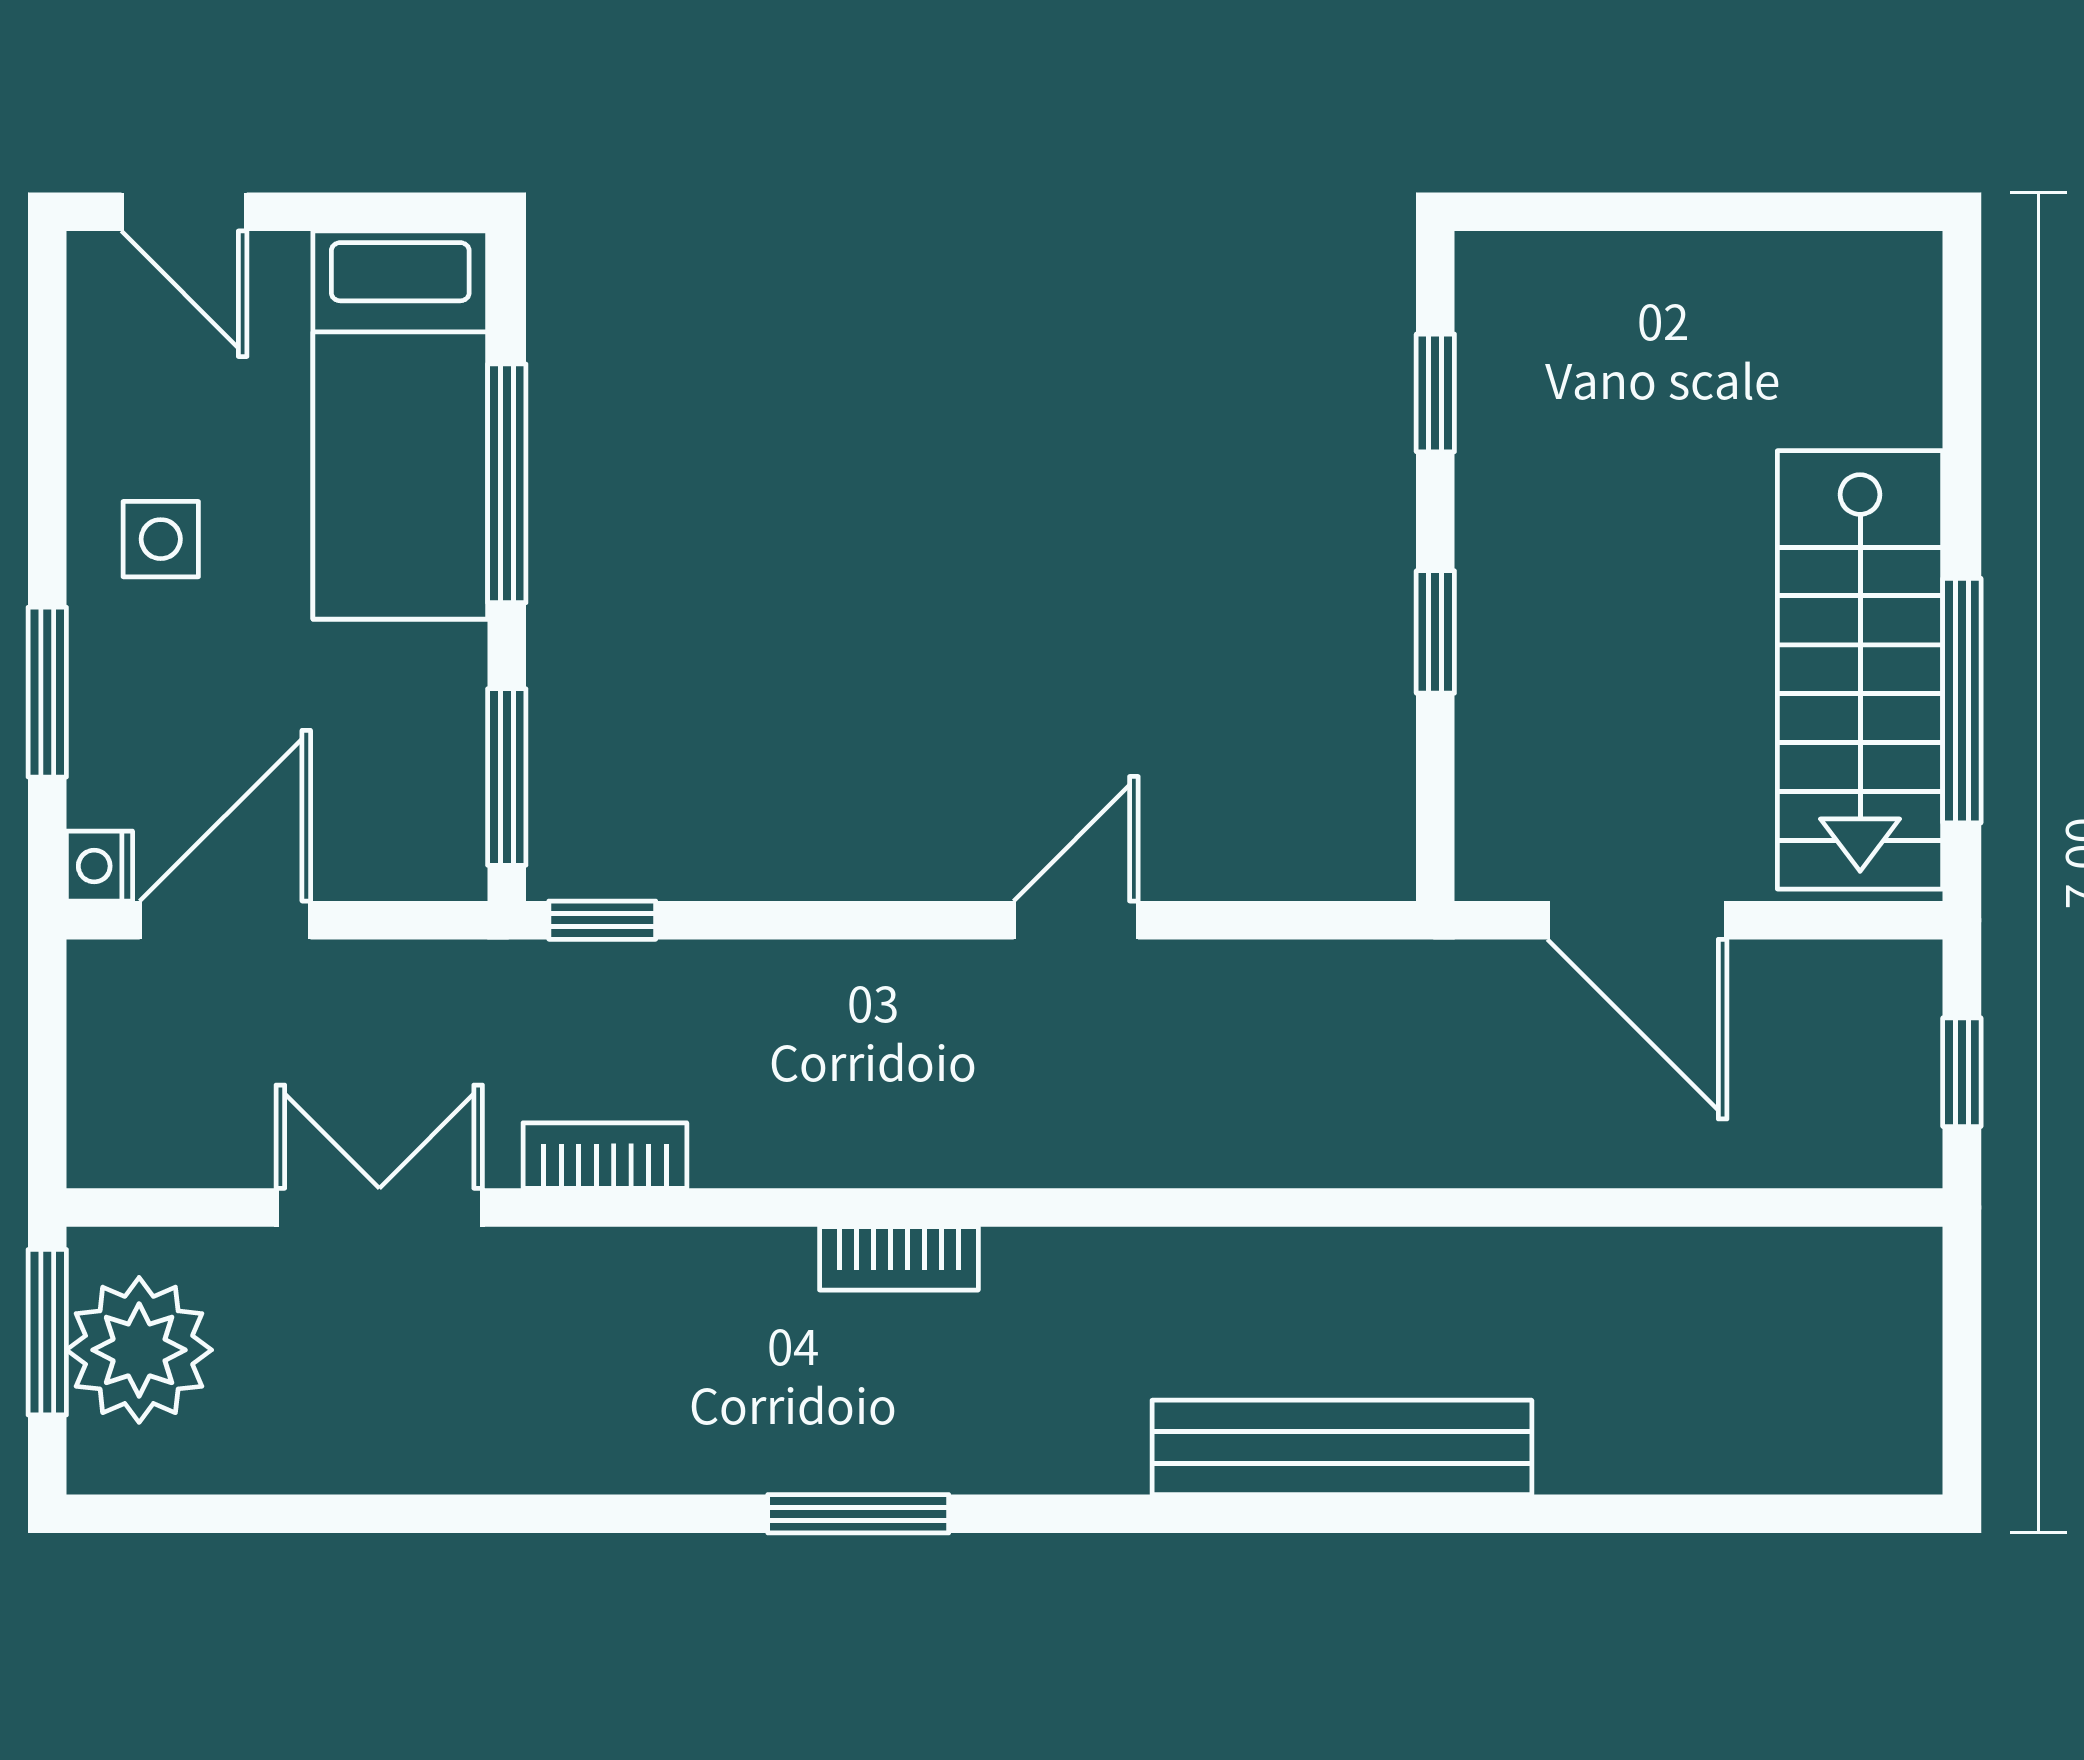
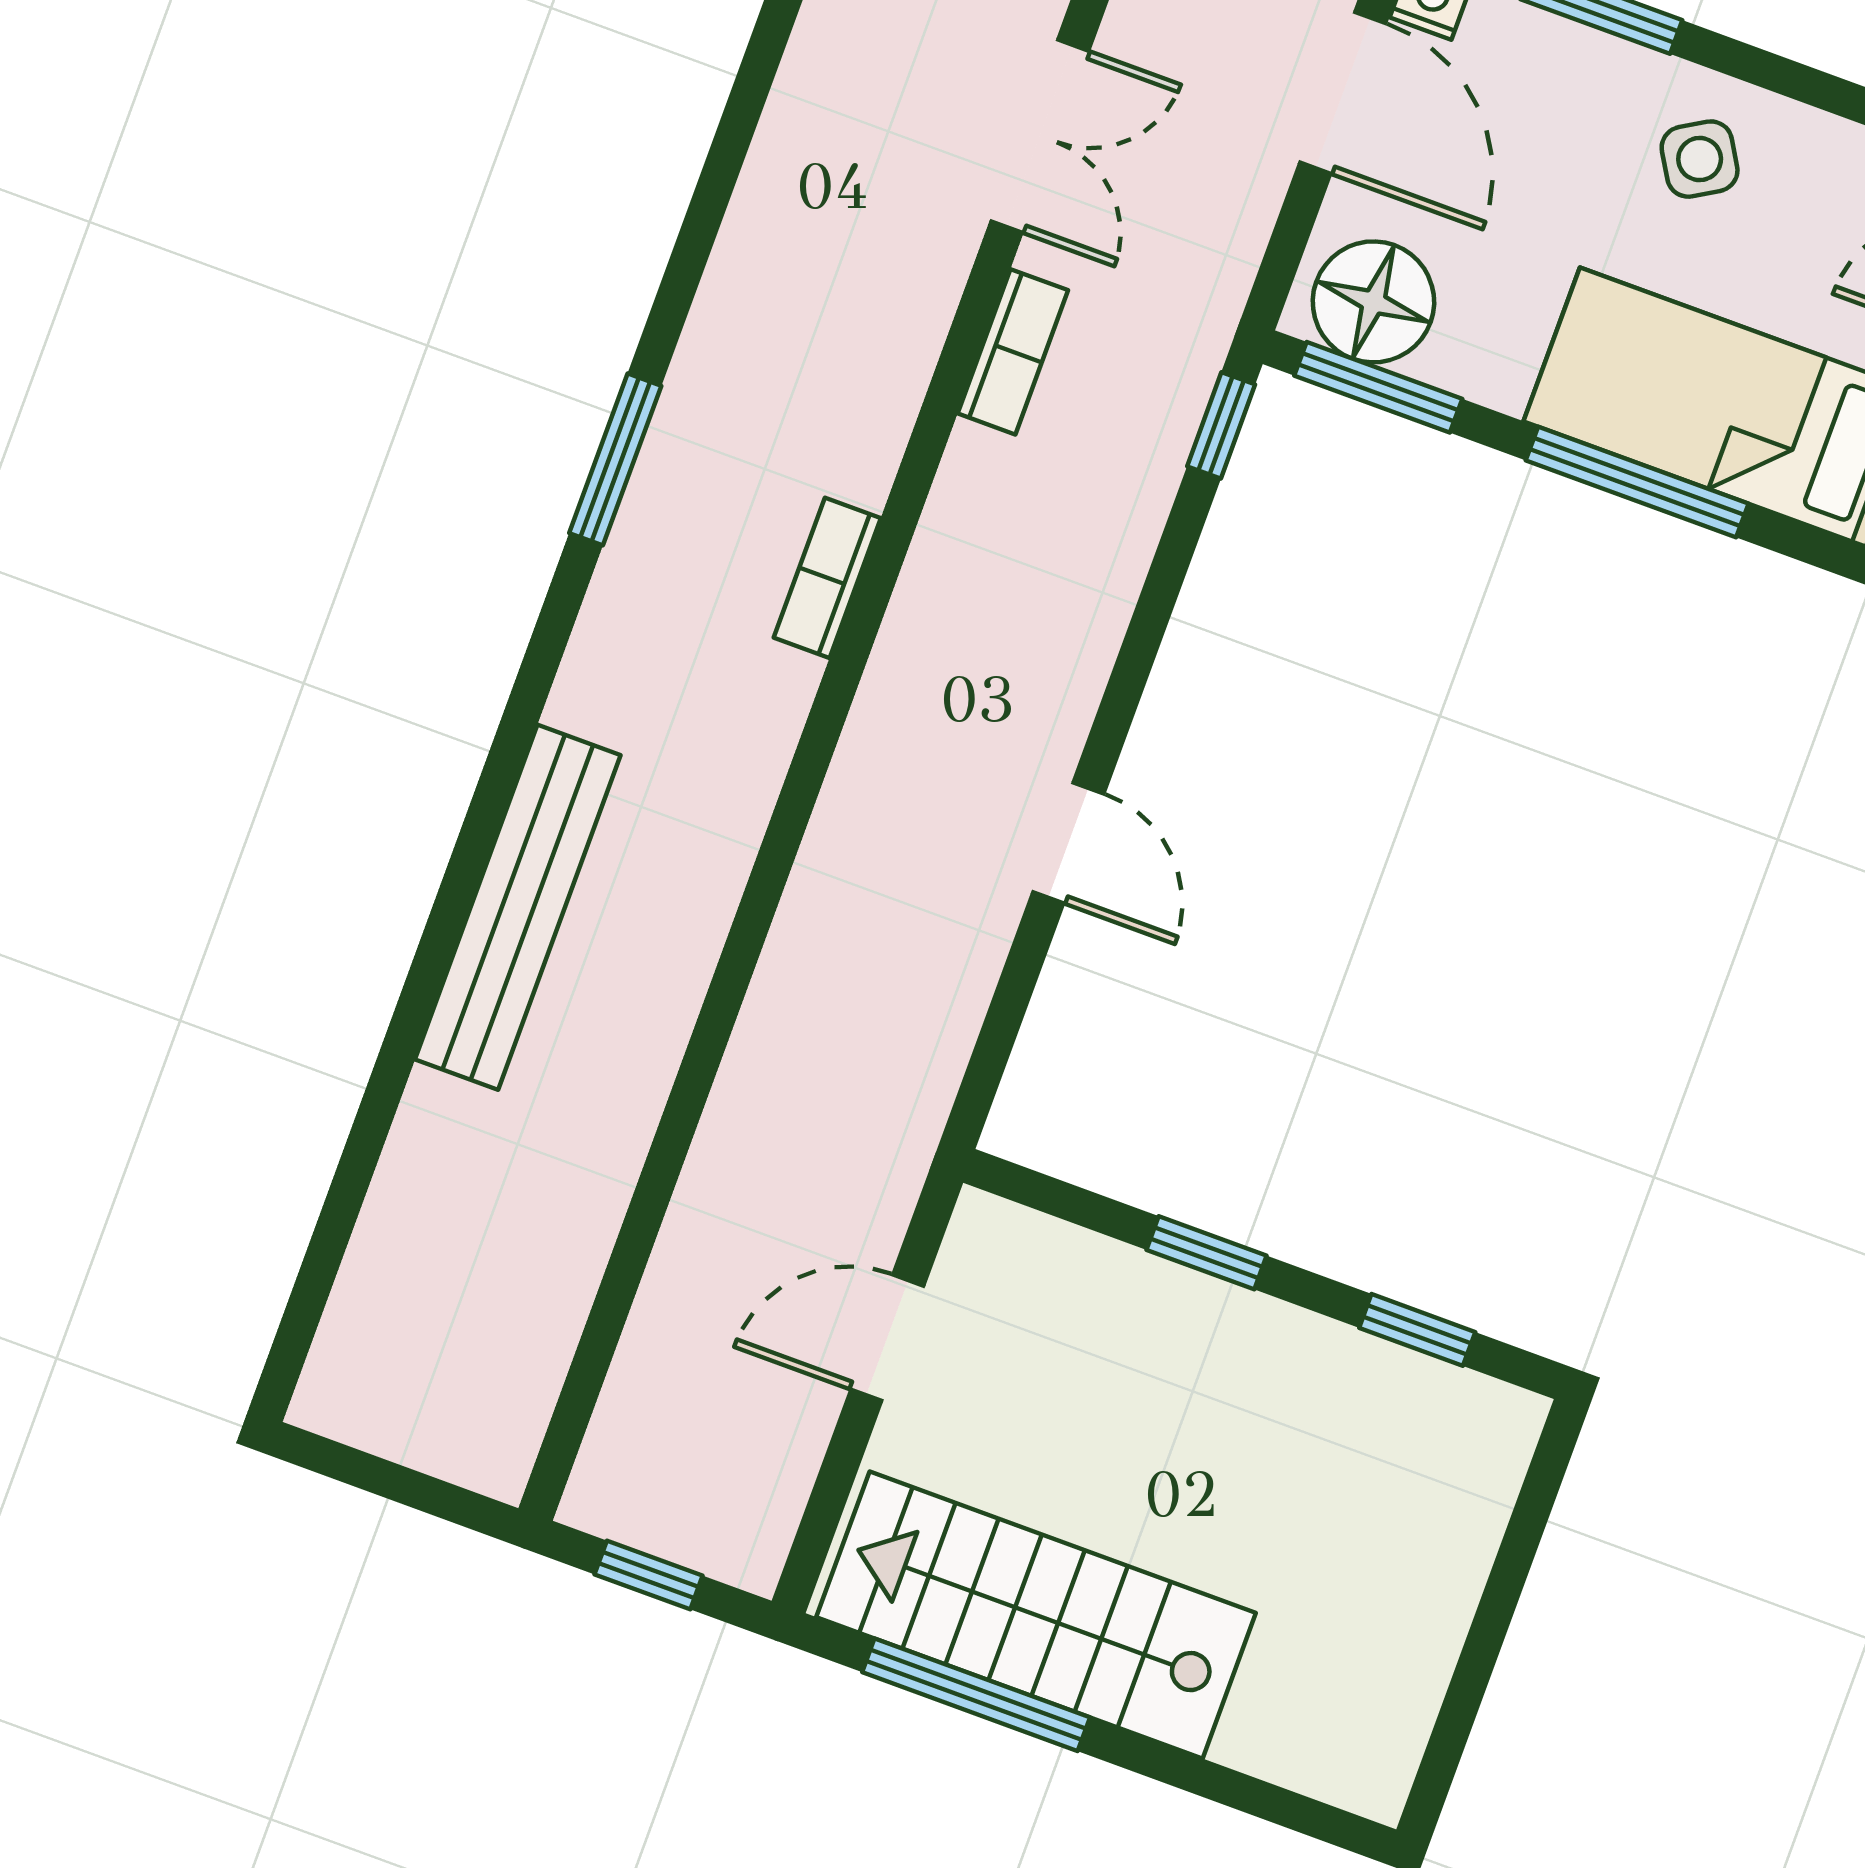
side table: (161, 539) -> (1700, 159), turned -31
floor lamp: (423, 813) -> (1373, 302), added
door: (1637, 920) -> (887, 1338), width x0.73

